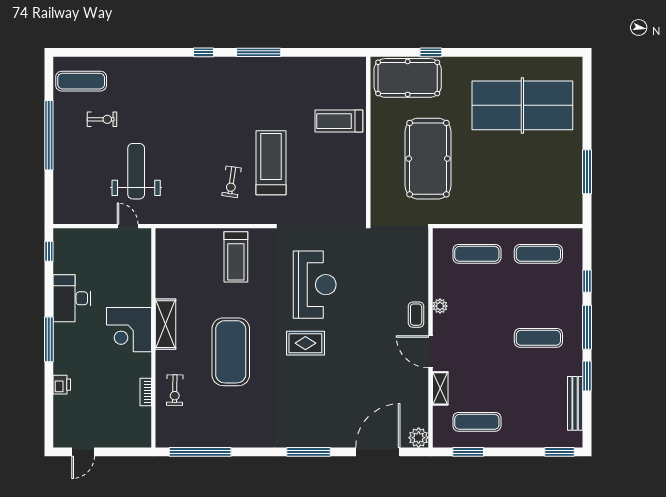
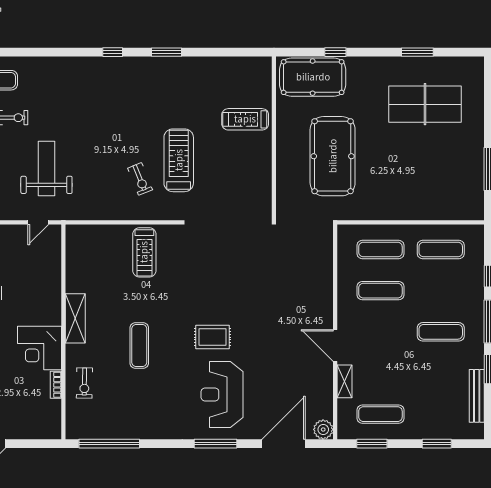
window: (259, 52) -> (167, 52), width x0.69
window: (515, 52) -> (417, 52), added
table tennis table: (522, 105) -> (425, 104), width x0.73, depth x0.76
exercise bike: (232, 182) -> (140, 179), turned -30
door: (128, 226) -> (38, 222), swing flipped
reception desk: (315, 285) -> (222, 394), moved, turned 180
exercise mat: (477, 296) -> (380, 291), added
plant: (440, 306) -> (344, 301), removed
coffee table: (416, 315) -> (321, 309), removed
corner desk: (129, 330) -> (40, 348), moved
exercise mat: (231, 352) -> (139, 345), width x0.50, depth x0.69
window: (559, 452) -> (437, 444), moved

